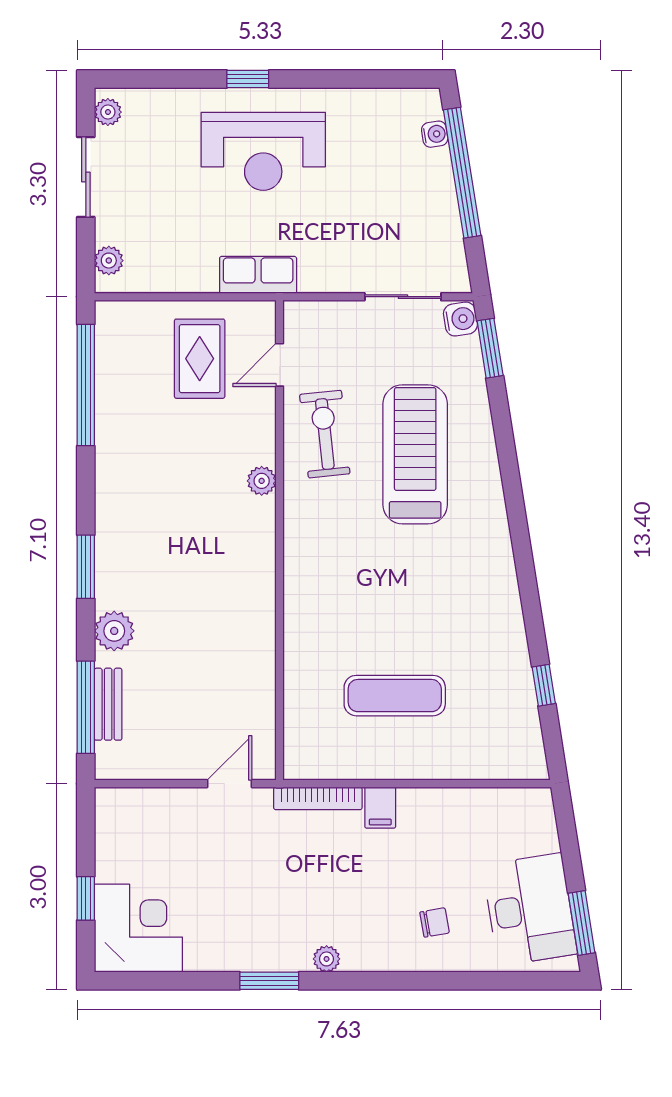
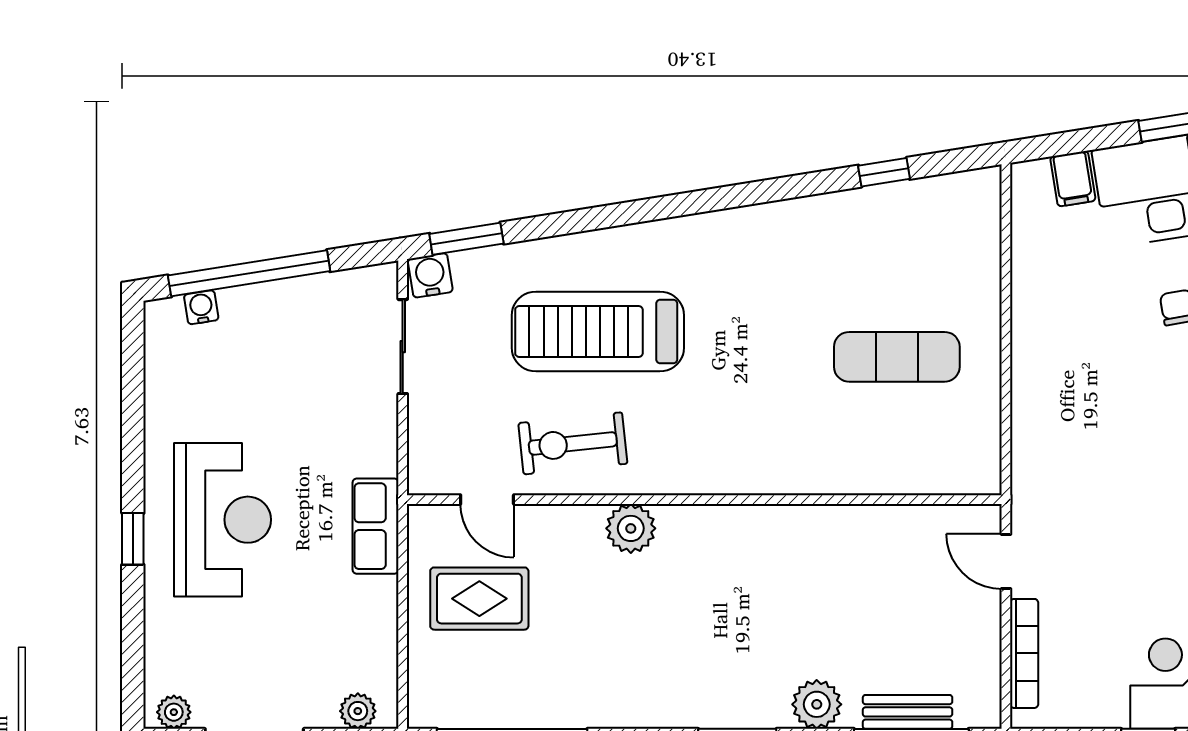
plant: (262, 481) -> (631, 528), width x1.38, depth x1.38
exercise mat: (395, 696) -> (897, 357), turned 90
bookcase: (318, 798) -> (1024, 653), moved
filing cabinet: (380, 808) -> (1073, 179), moved, turned 81

